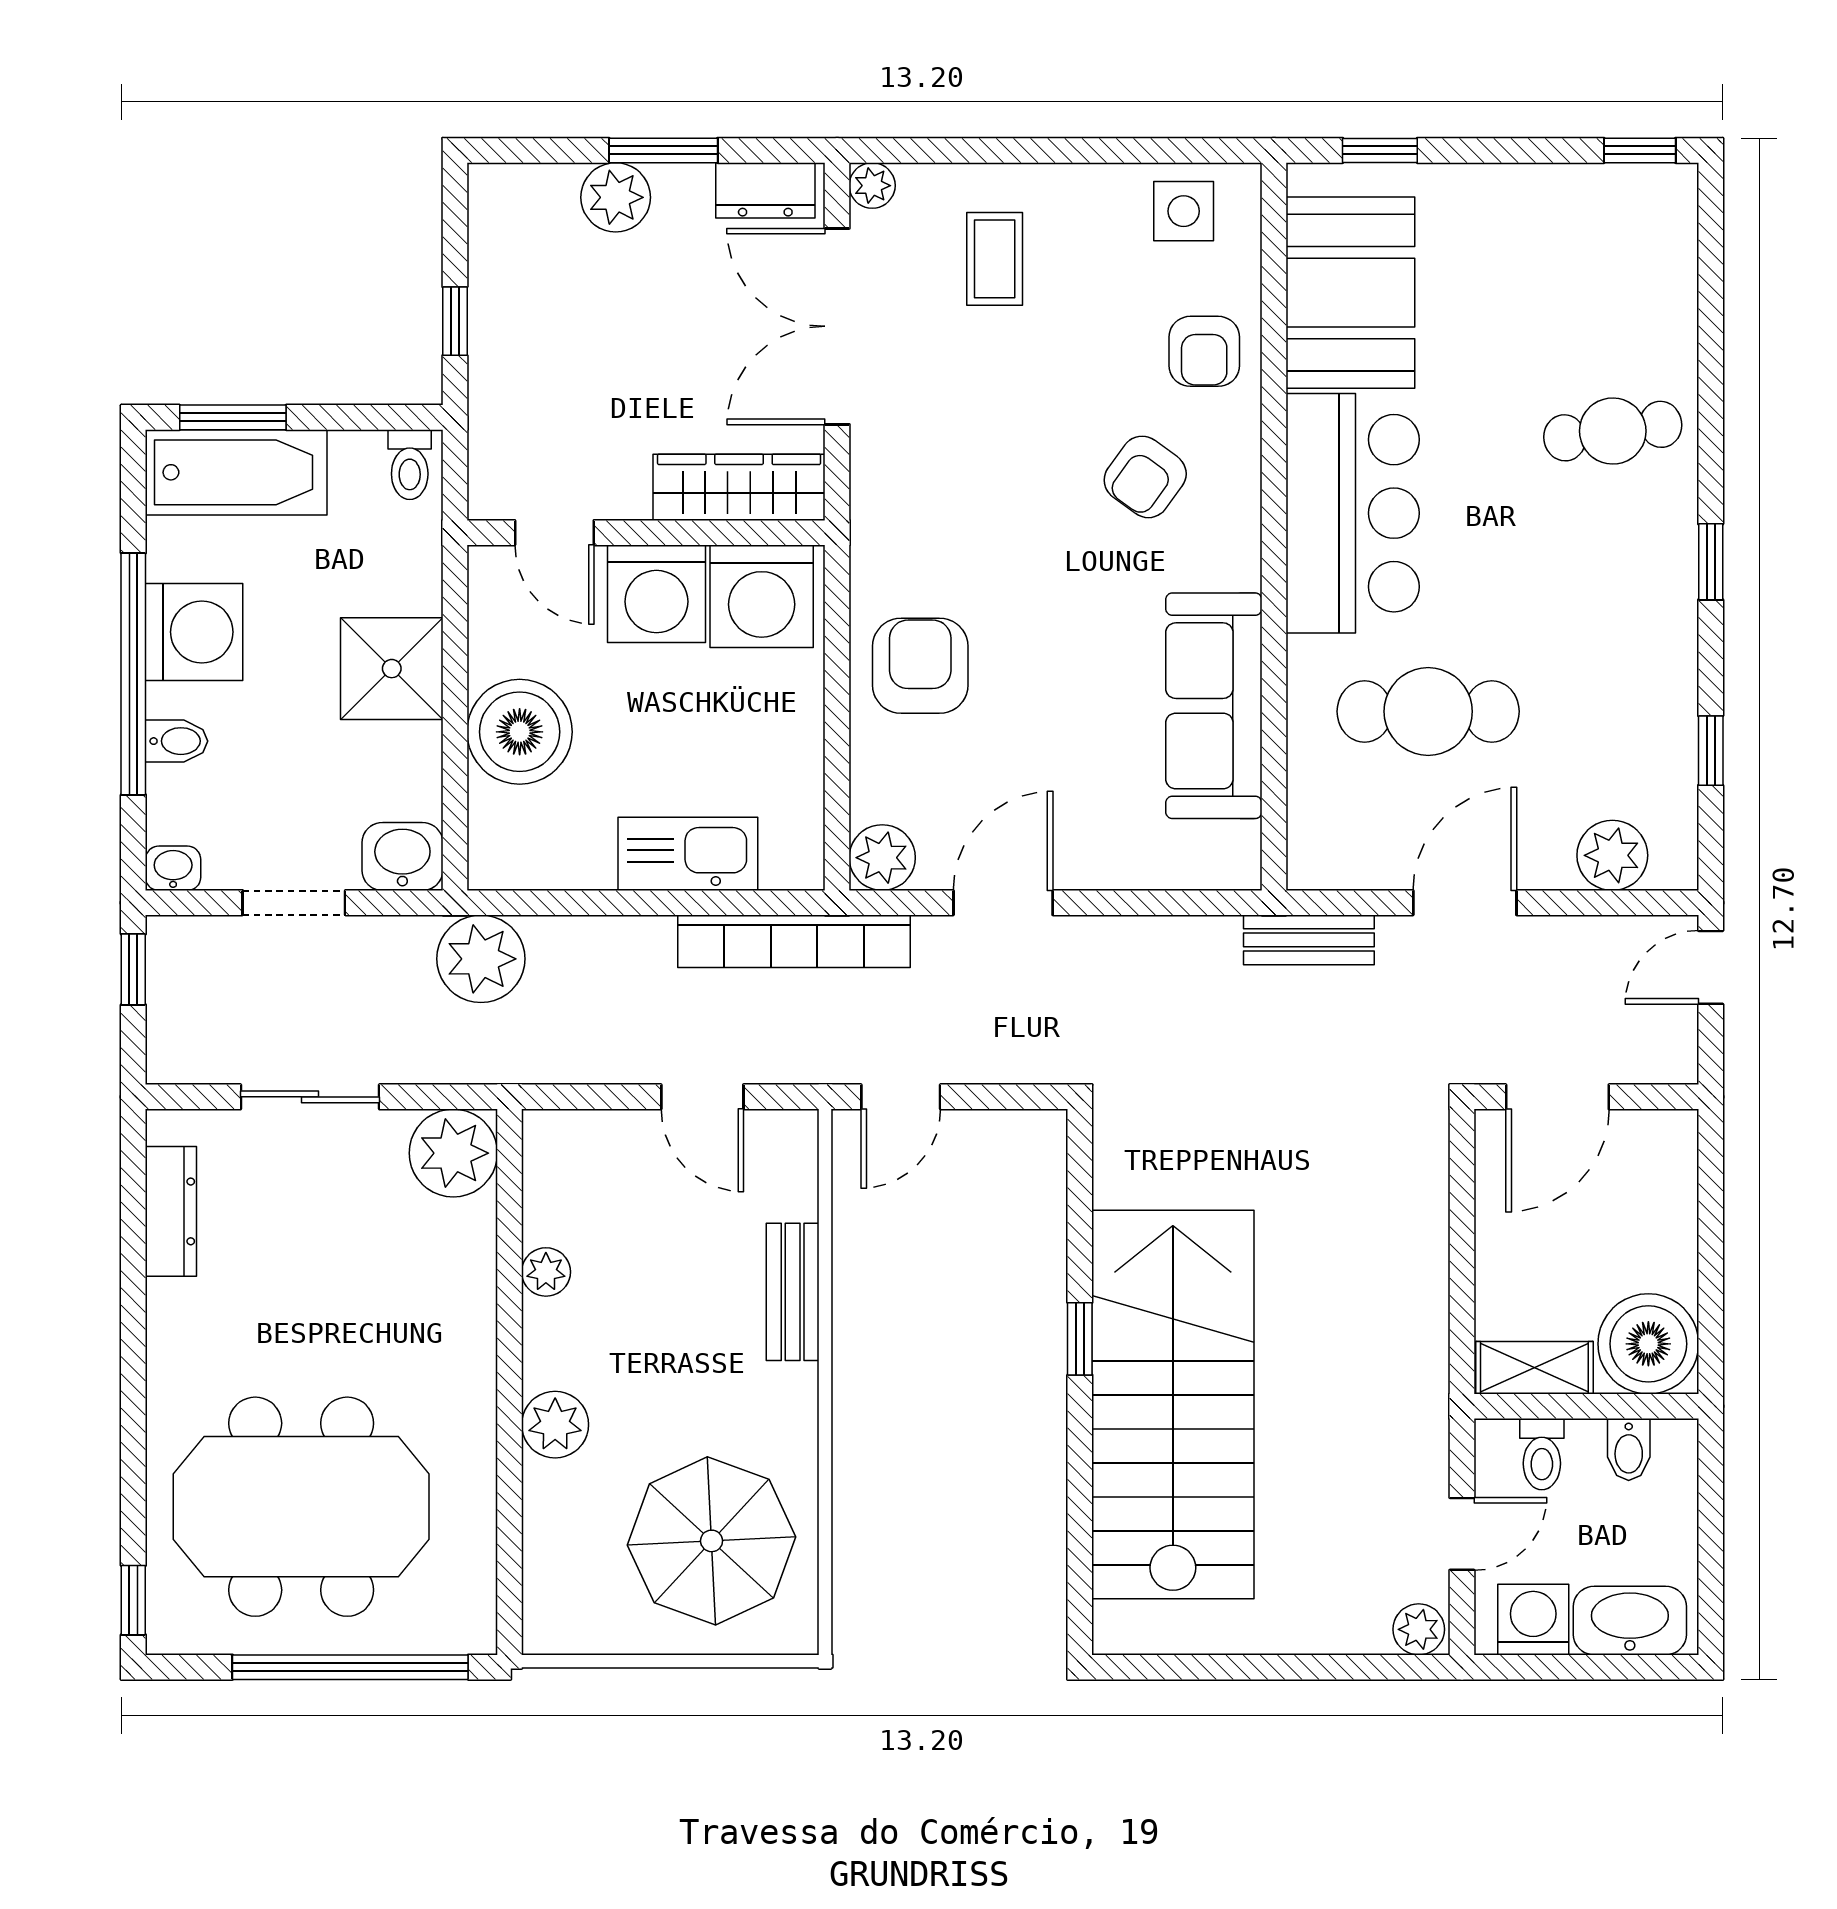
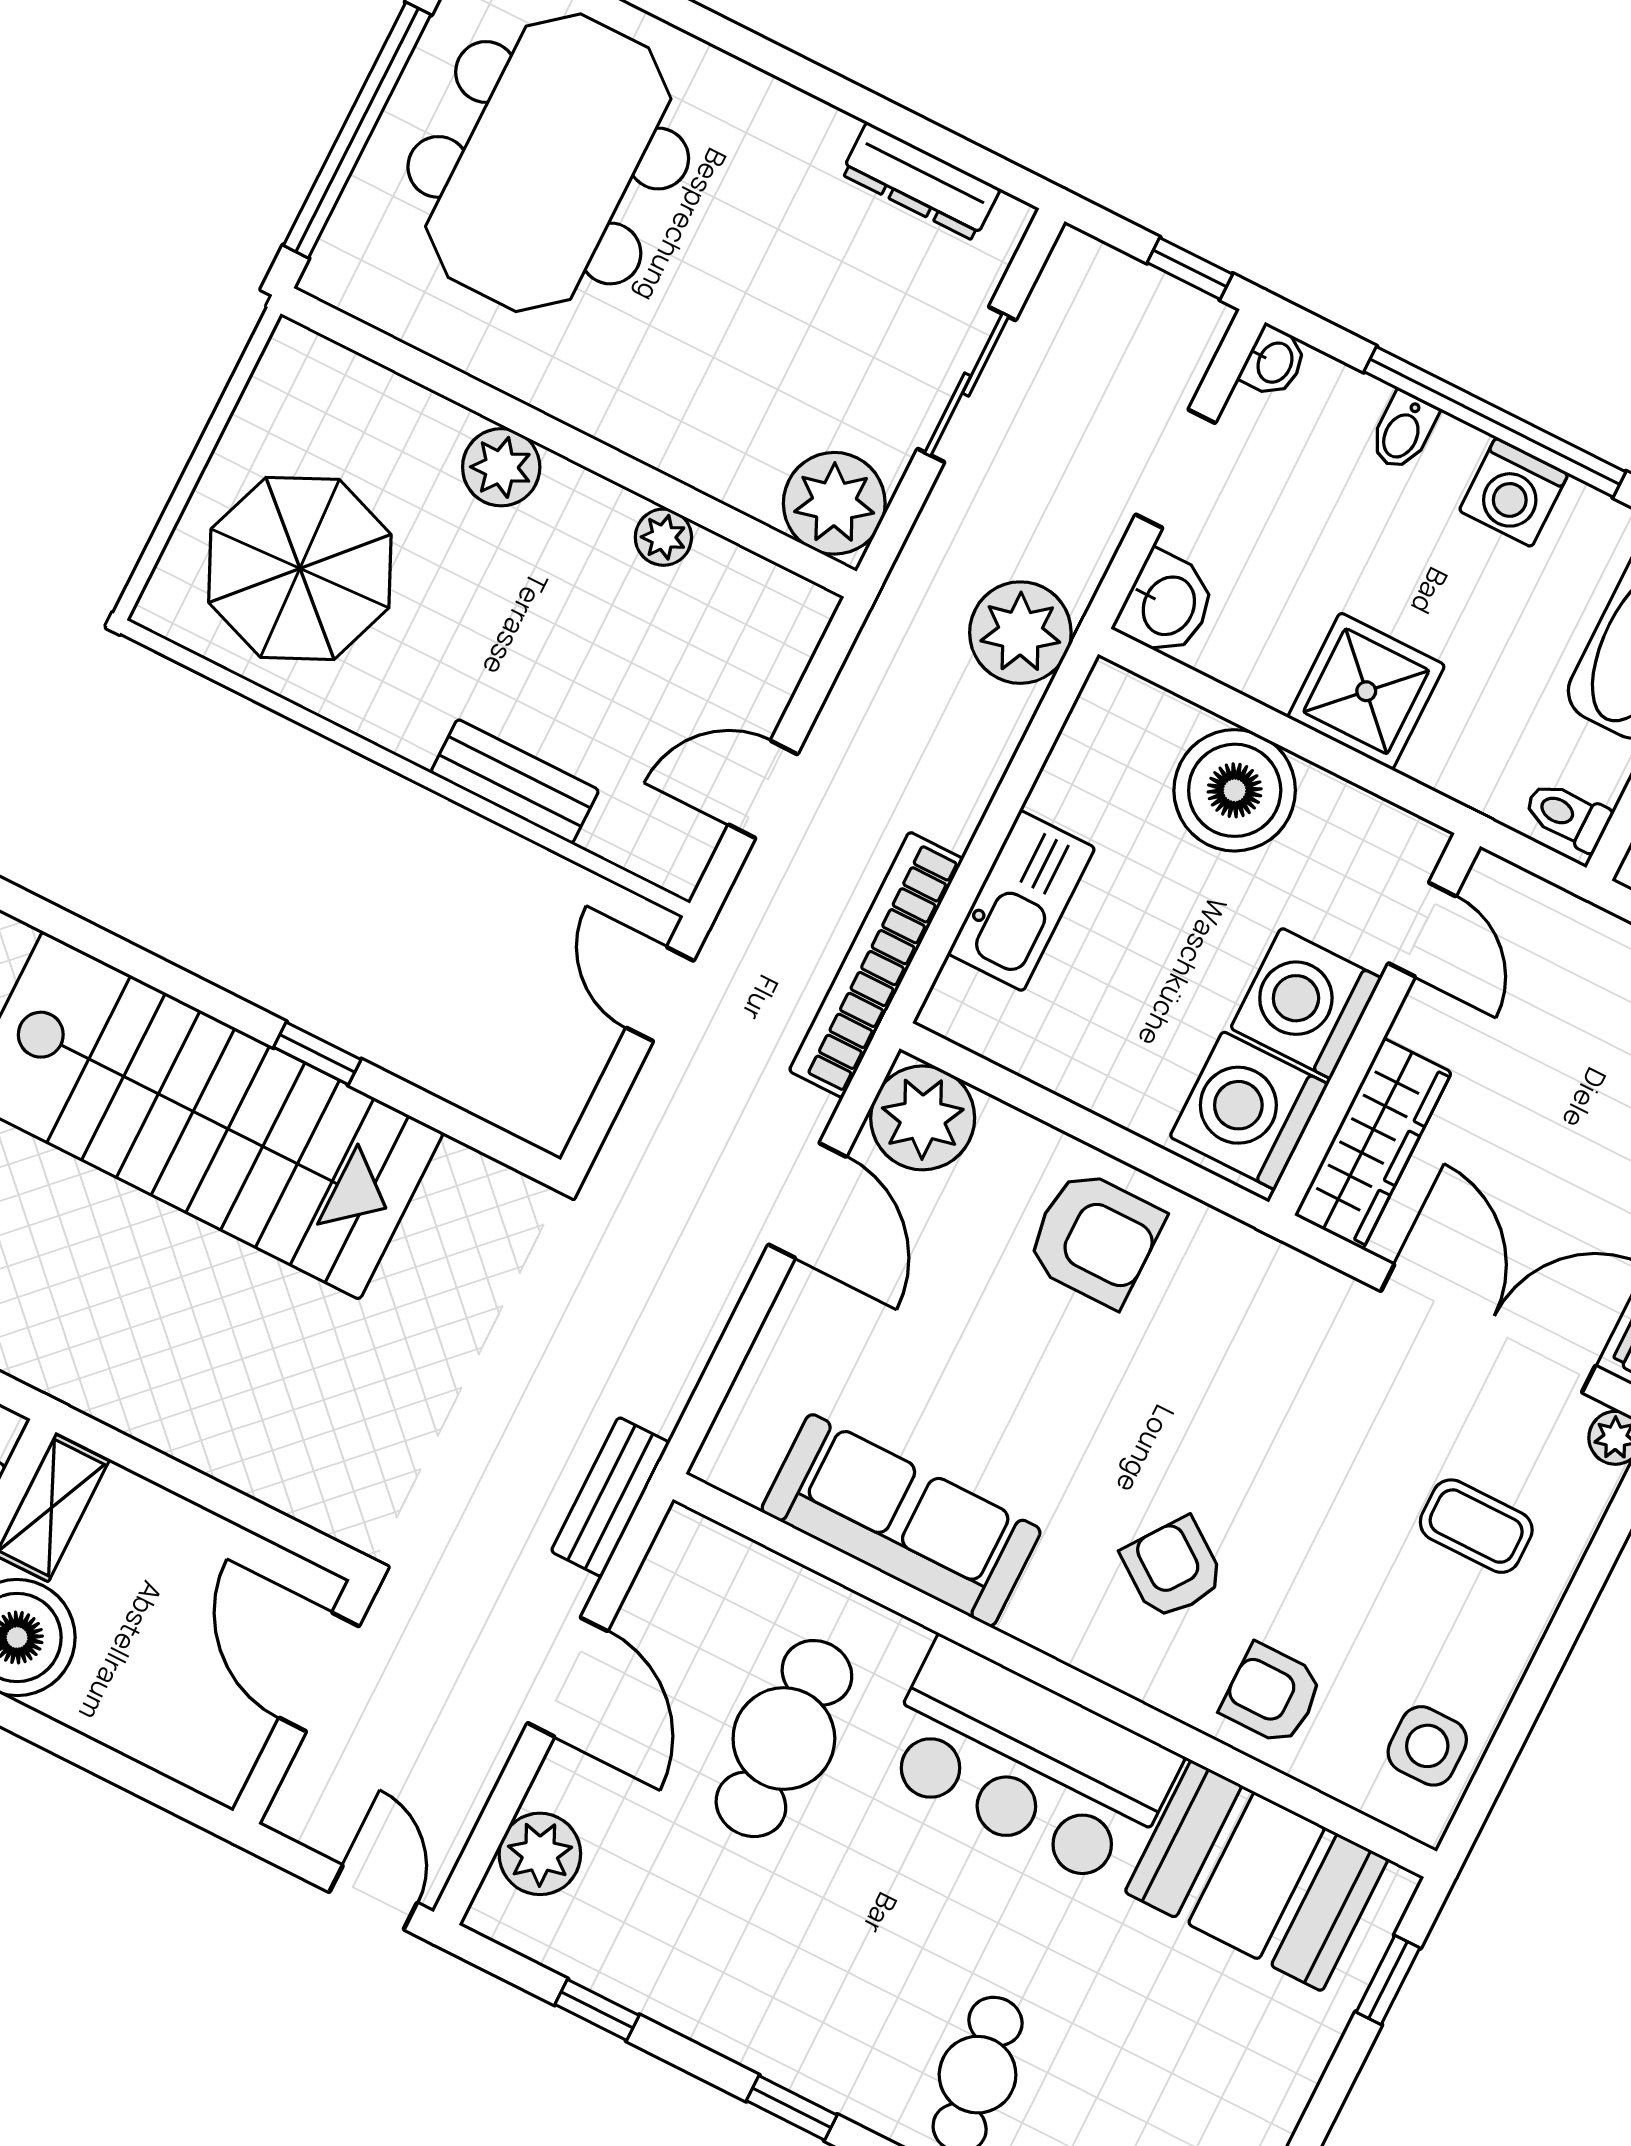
door: (554, 533) -> (1422, 930), swing flipped
washing machine: (194, 632) -> (1513, 493), width x0.73, depth x0.73
plant: (882, 858) -> (923, 1118), width x1.36, depth x1.36

